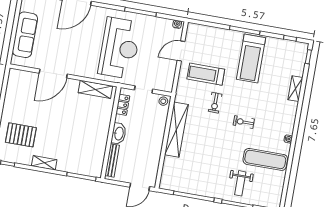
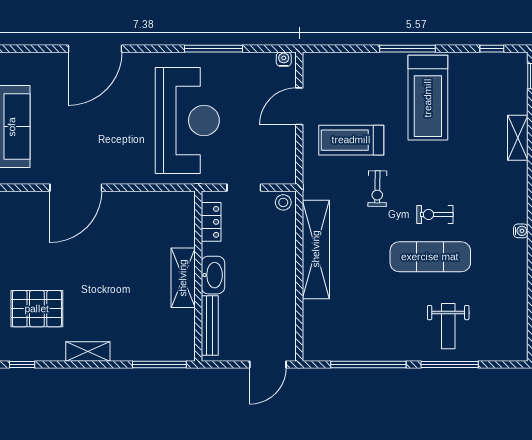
shelving: (95, 89) -> (183, 278), moved, turned 90
exercise mat: (265, 159) -> (430, 257), moved

